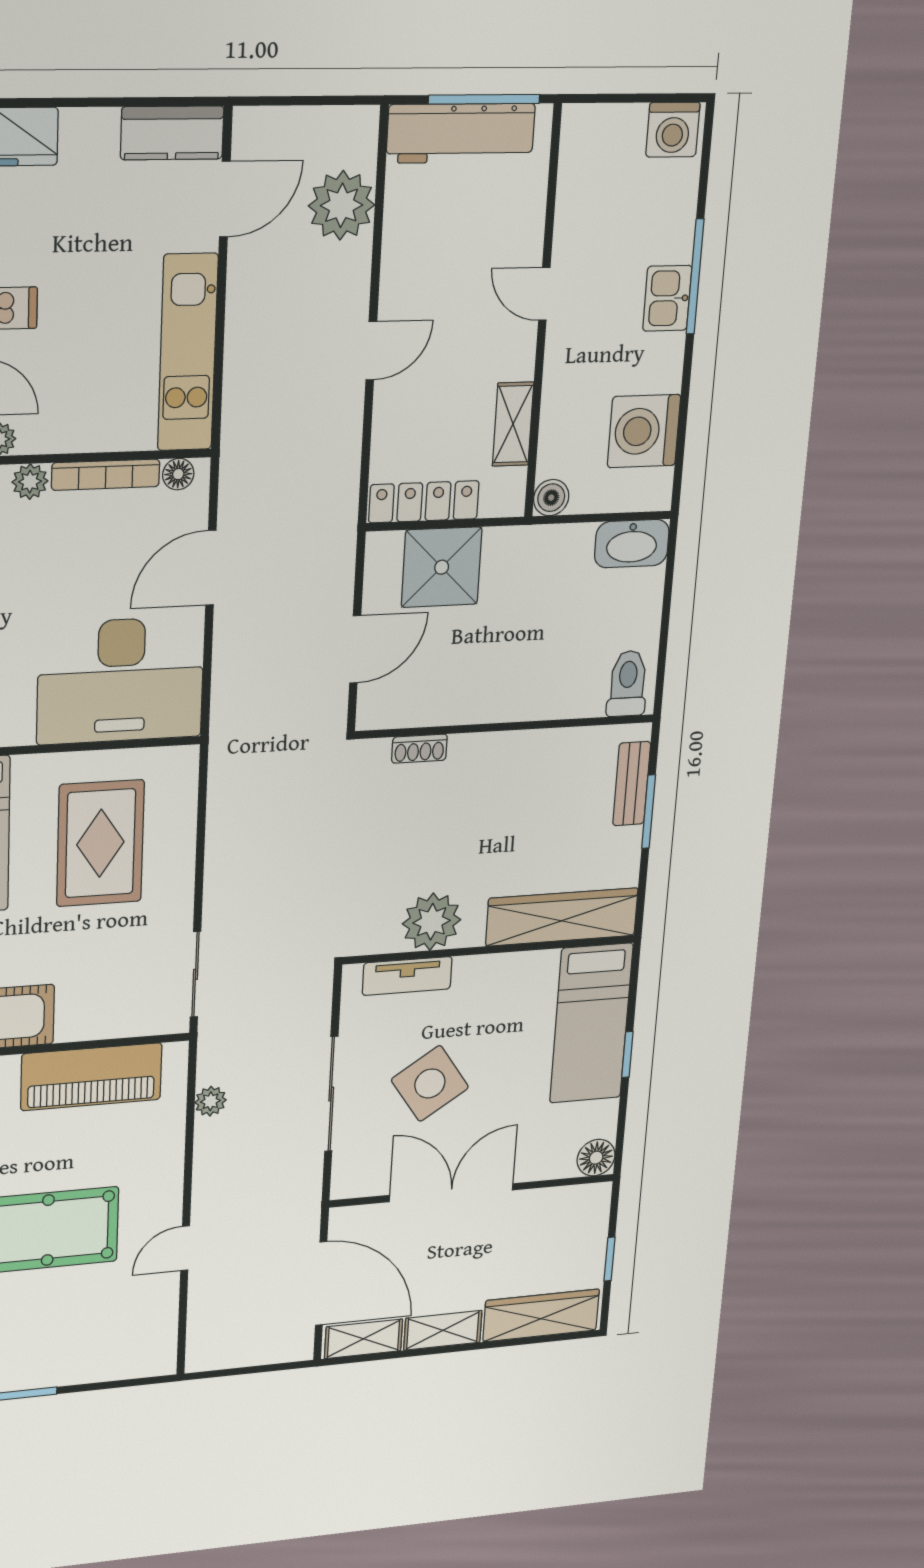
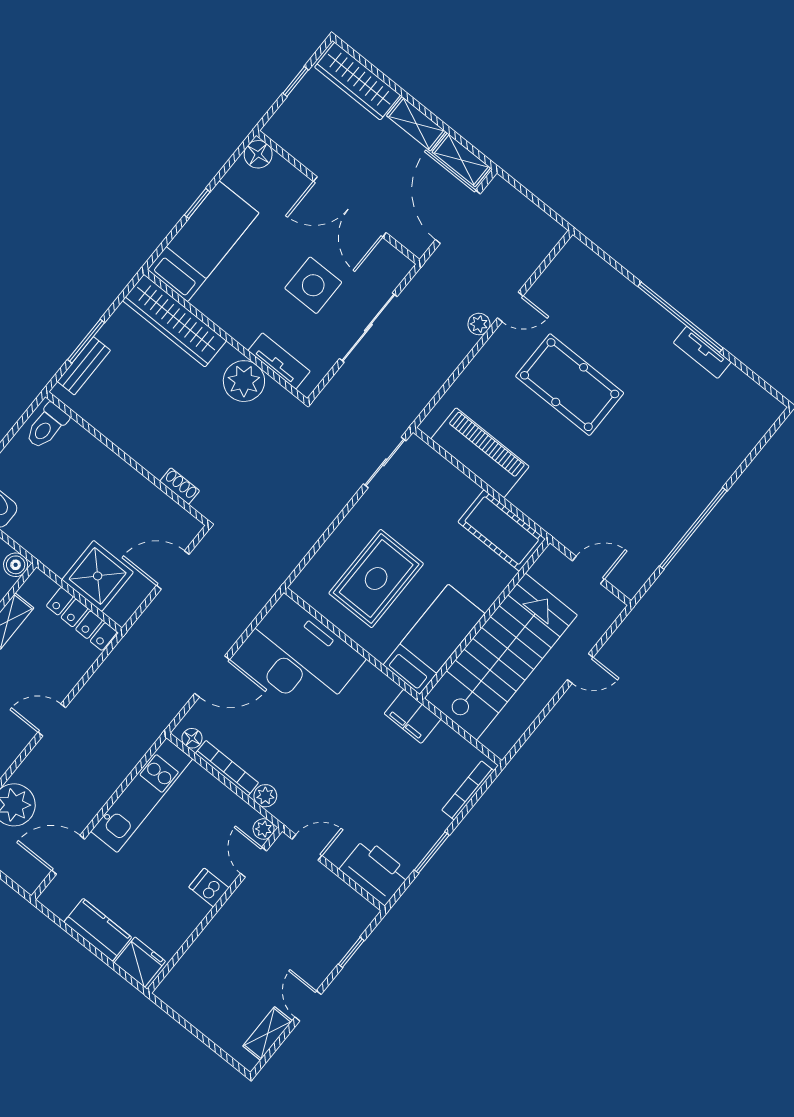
kitchen counter: (172, 133) -> (98, 930), moved
side table: (430, 1083) -> (313, 285), turned 34
plant: (210, 1101) -> (479, 324), moved

